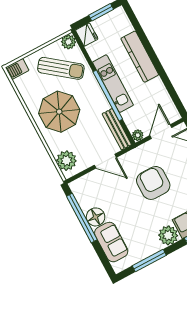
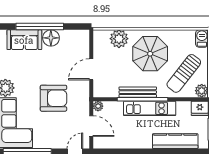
kitchen counter: (140, 57) -> (175, 141), moved
bench: (117, 129) -> (138, 92), moved
plant: (66, 161) -> (119, 39), moved
window: (82, 218) -> (40, 27), moved

